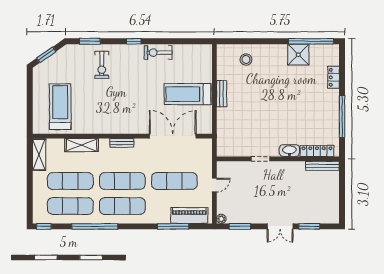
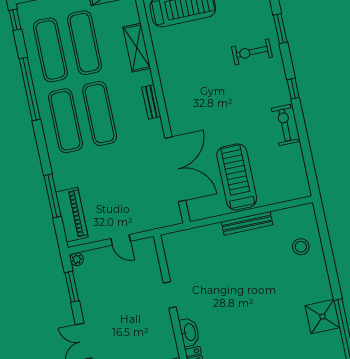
bench: (222, 94) -> (247, 223), width x1.36
exercise mat: (174, 181) -> (115, 184), removed

